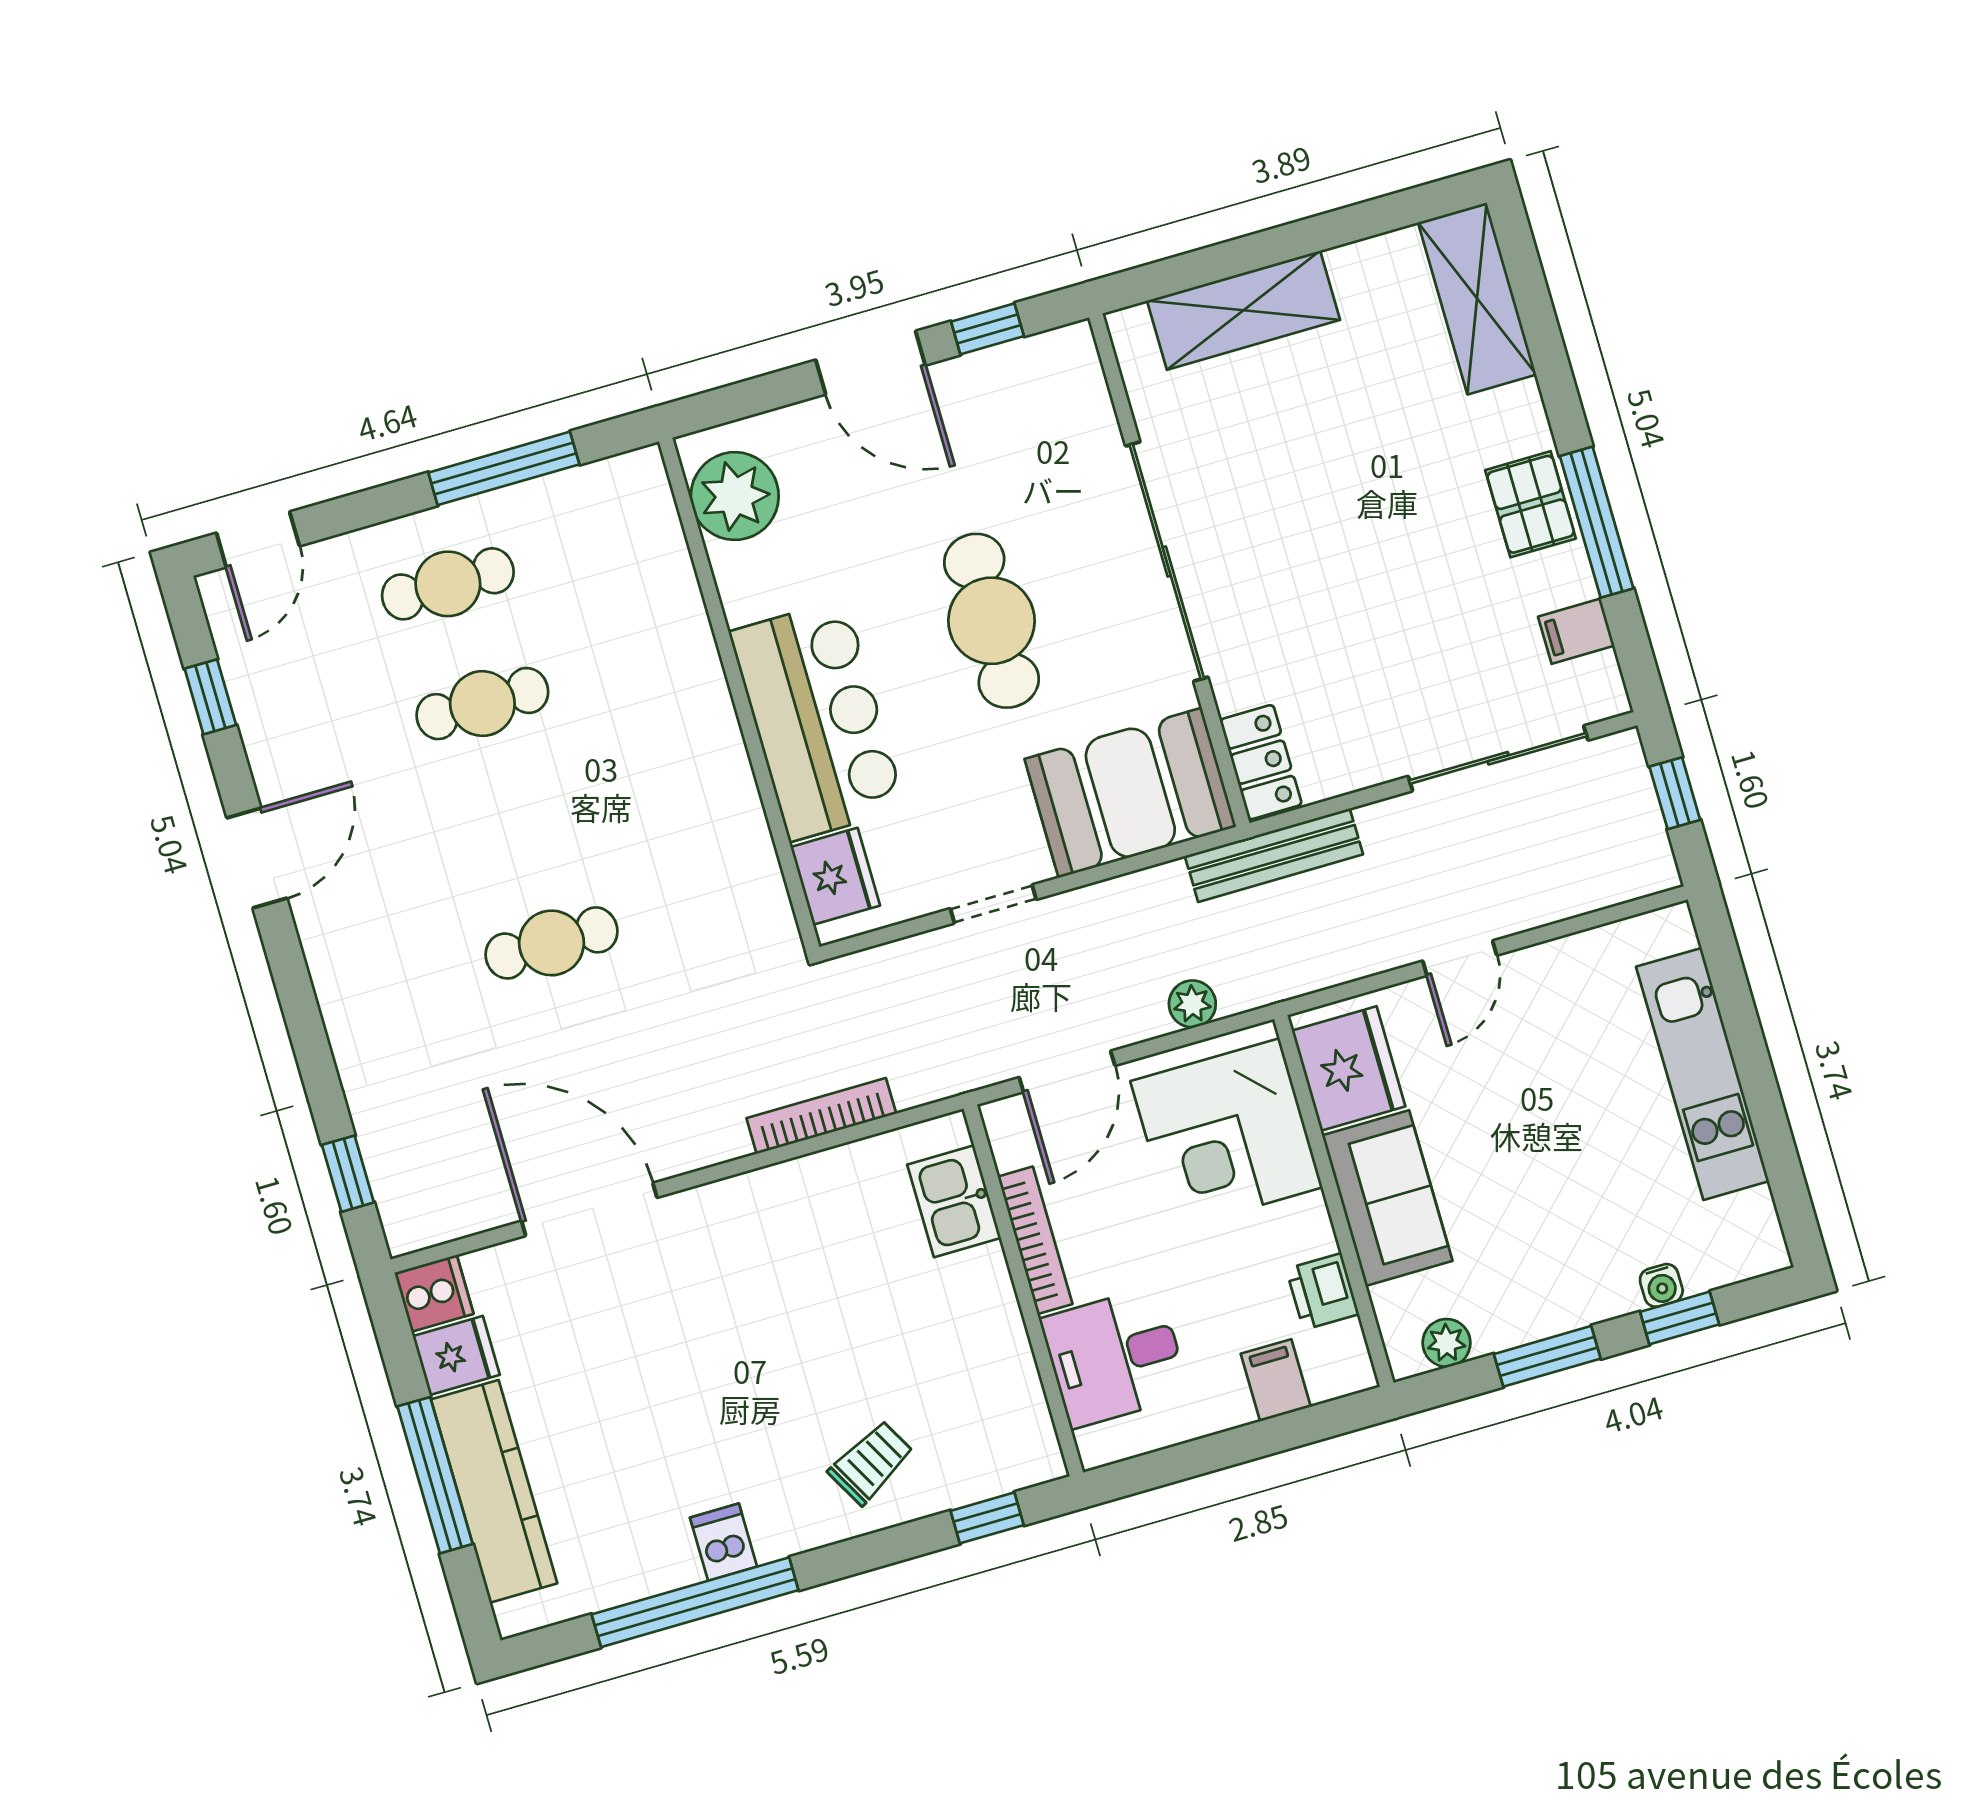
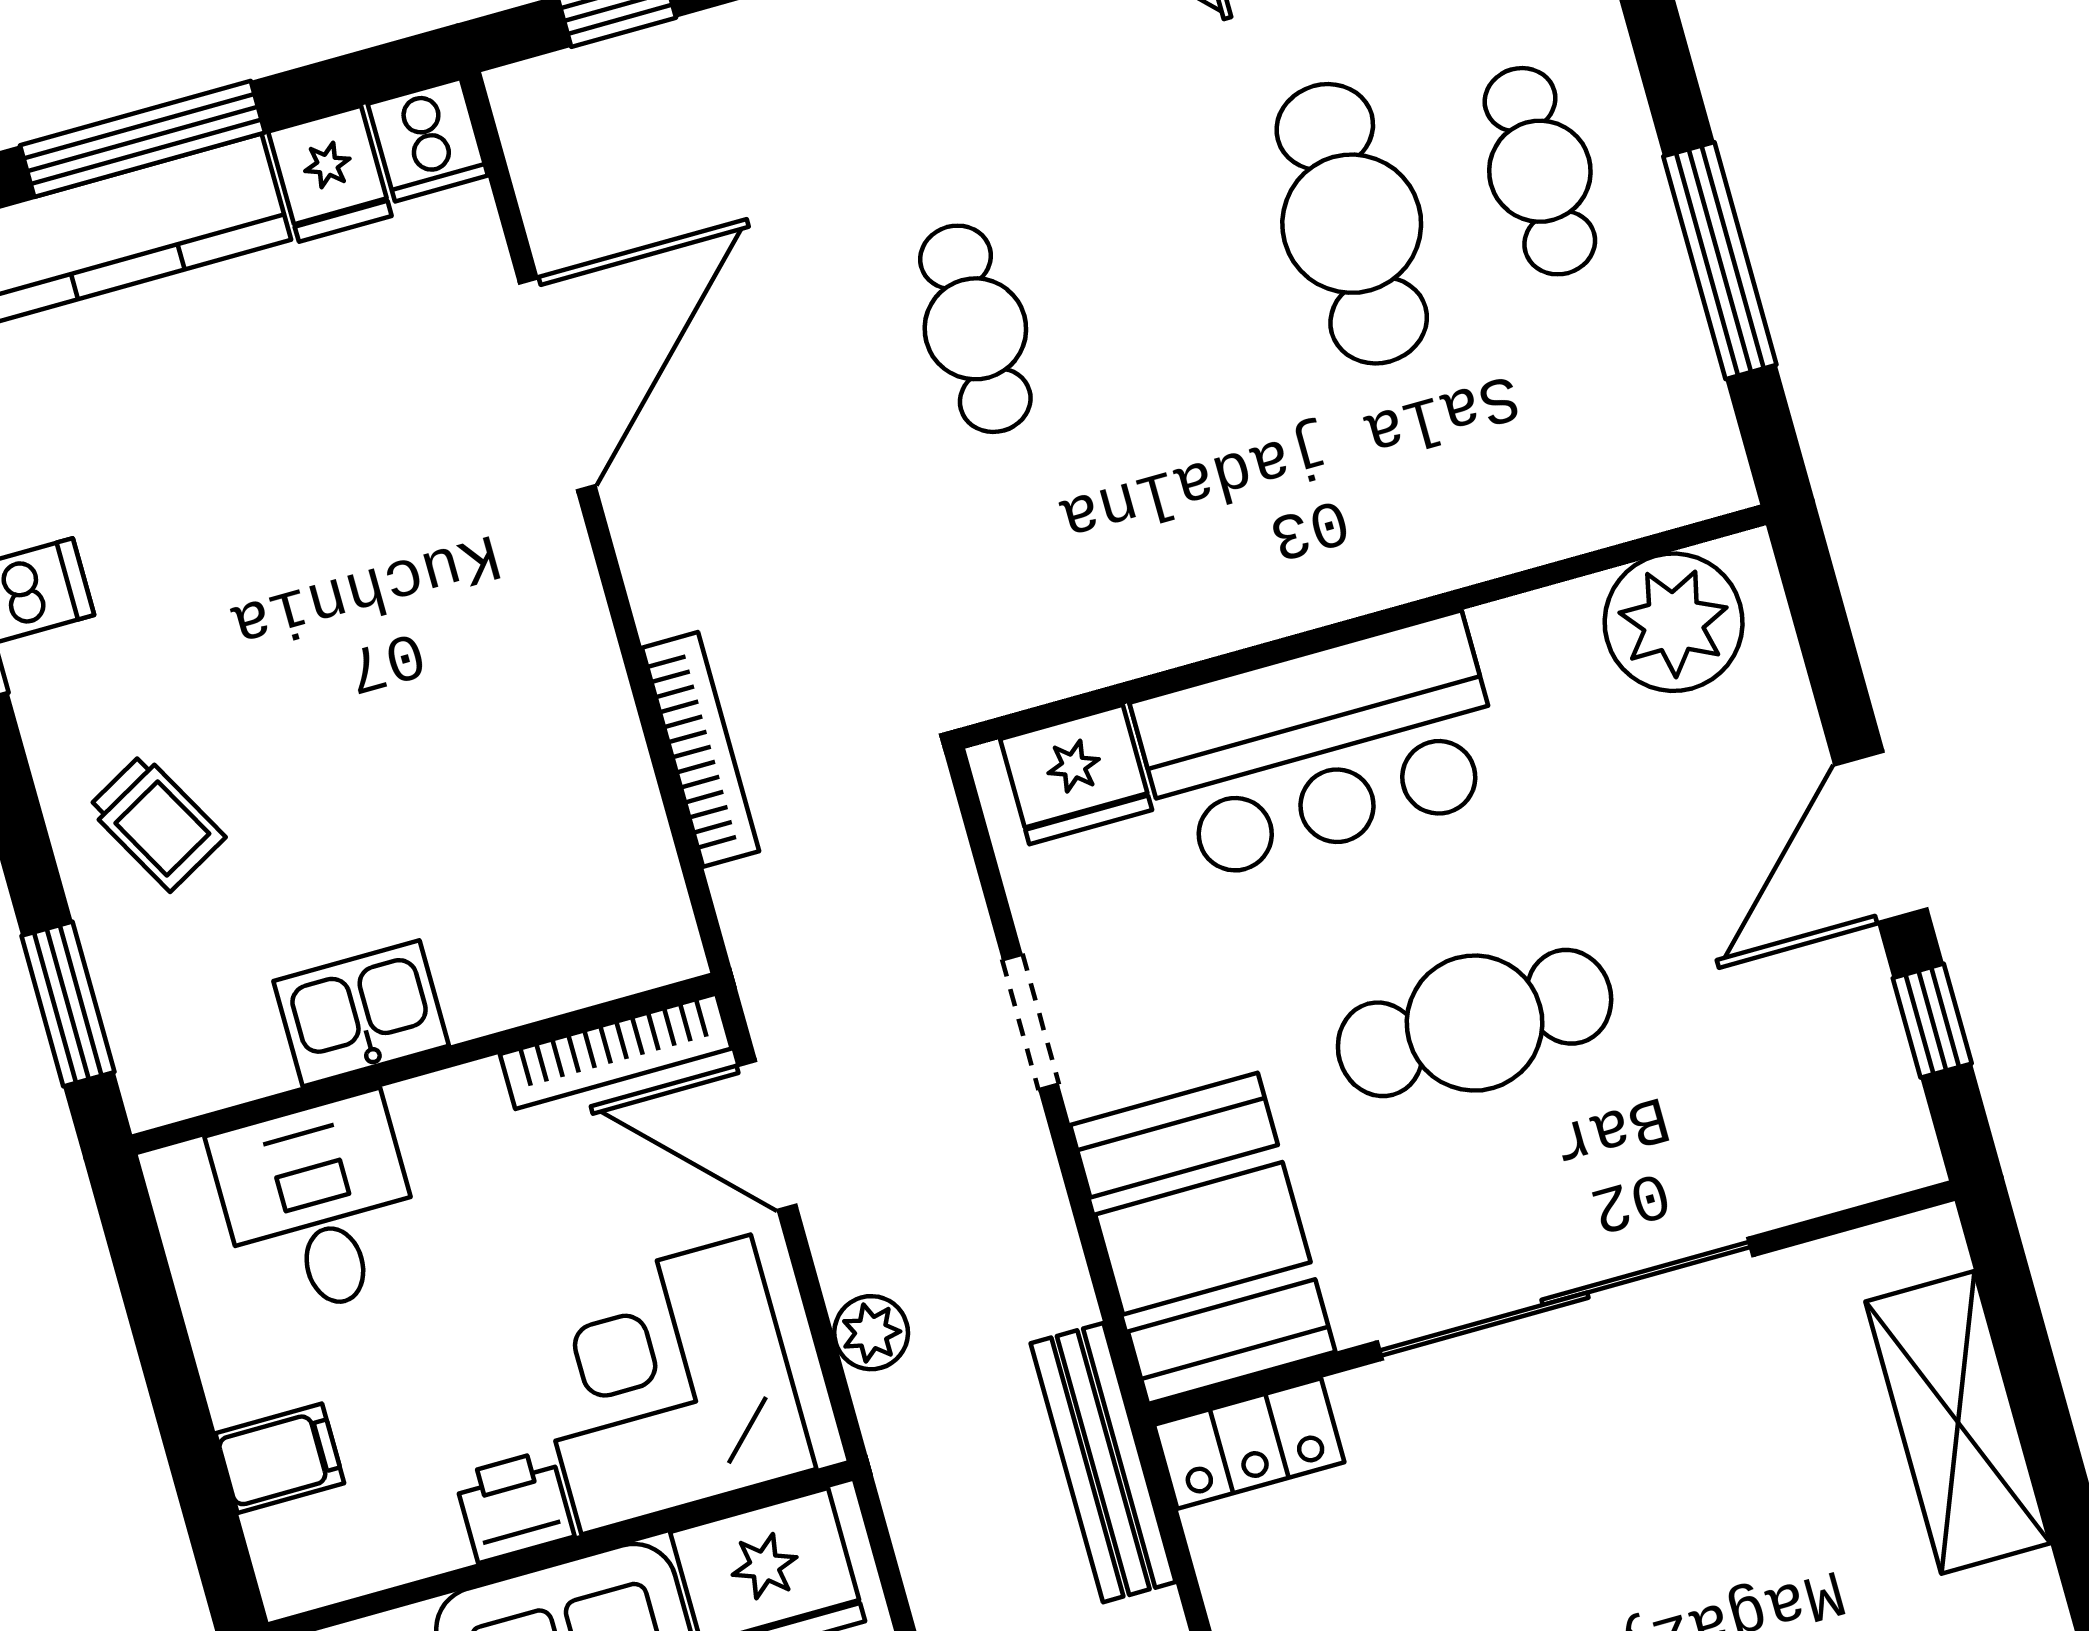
cafe table: (482, 704) -> (1352, 224), width x1.37, depth x1.35
kitchen sink: (954, 1201) -> (361, 1013), moved
bookcase: (1035, 1240) -> (616, 1051), moved
printer: (1323, 1292) -> (514, 1506), moved
window: (987, 1518) -> (68, 1004), width x1.50

